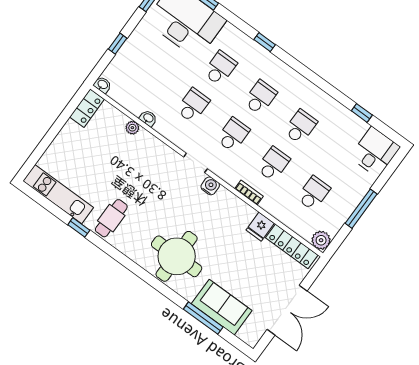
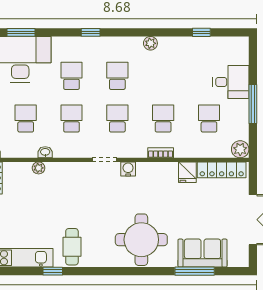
plant: (310, 90) -> (150, 43), added
school desk: (300, 127) -> (26, 118), moved
desk: (375, 152) -> (231, 82), moved, turned 90

